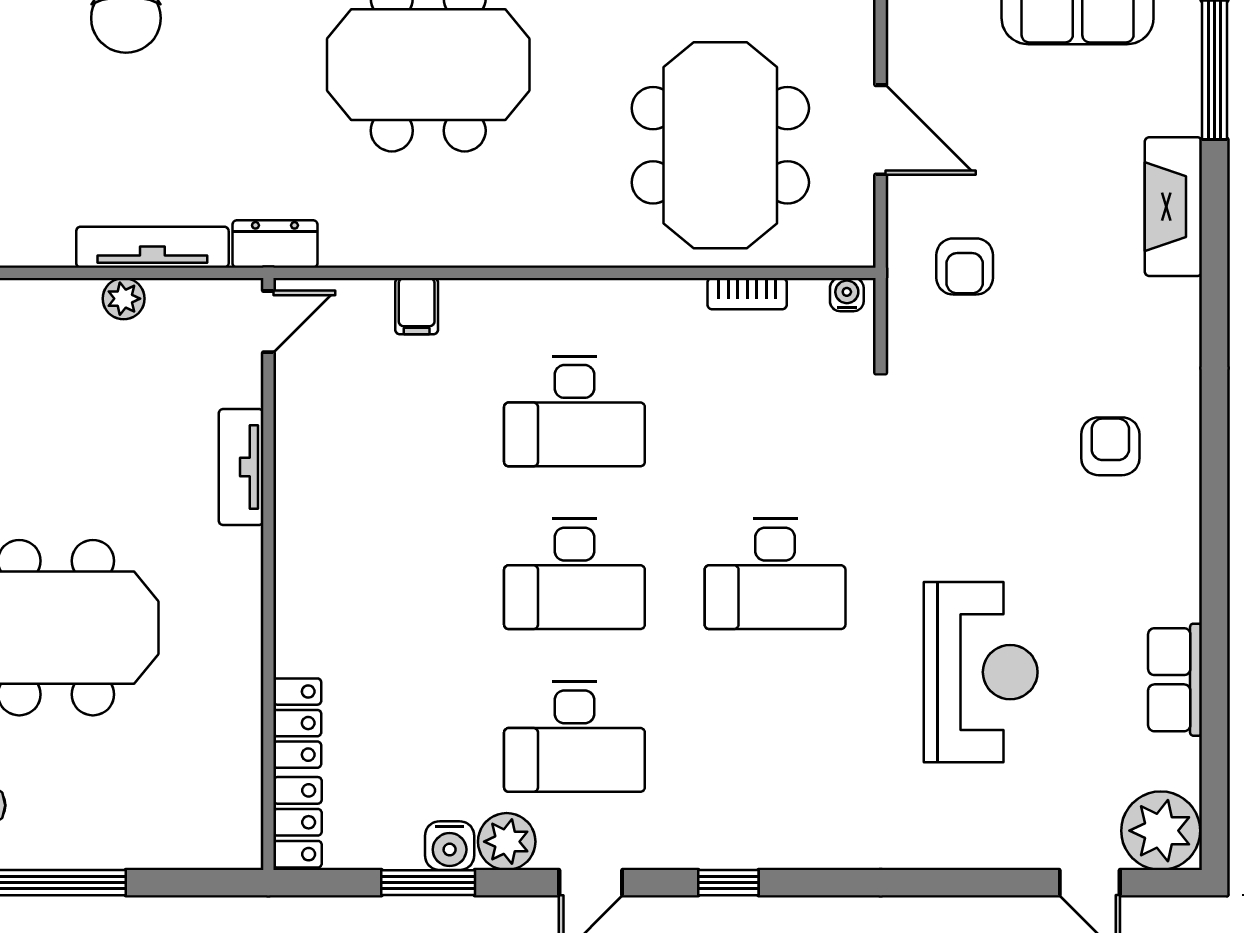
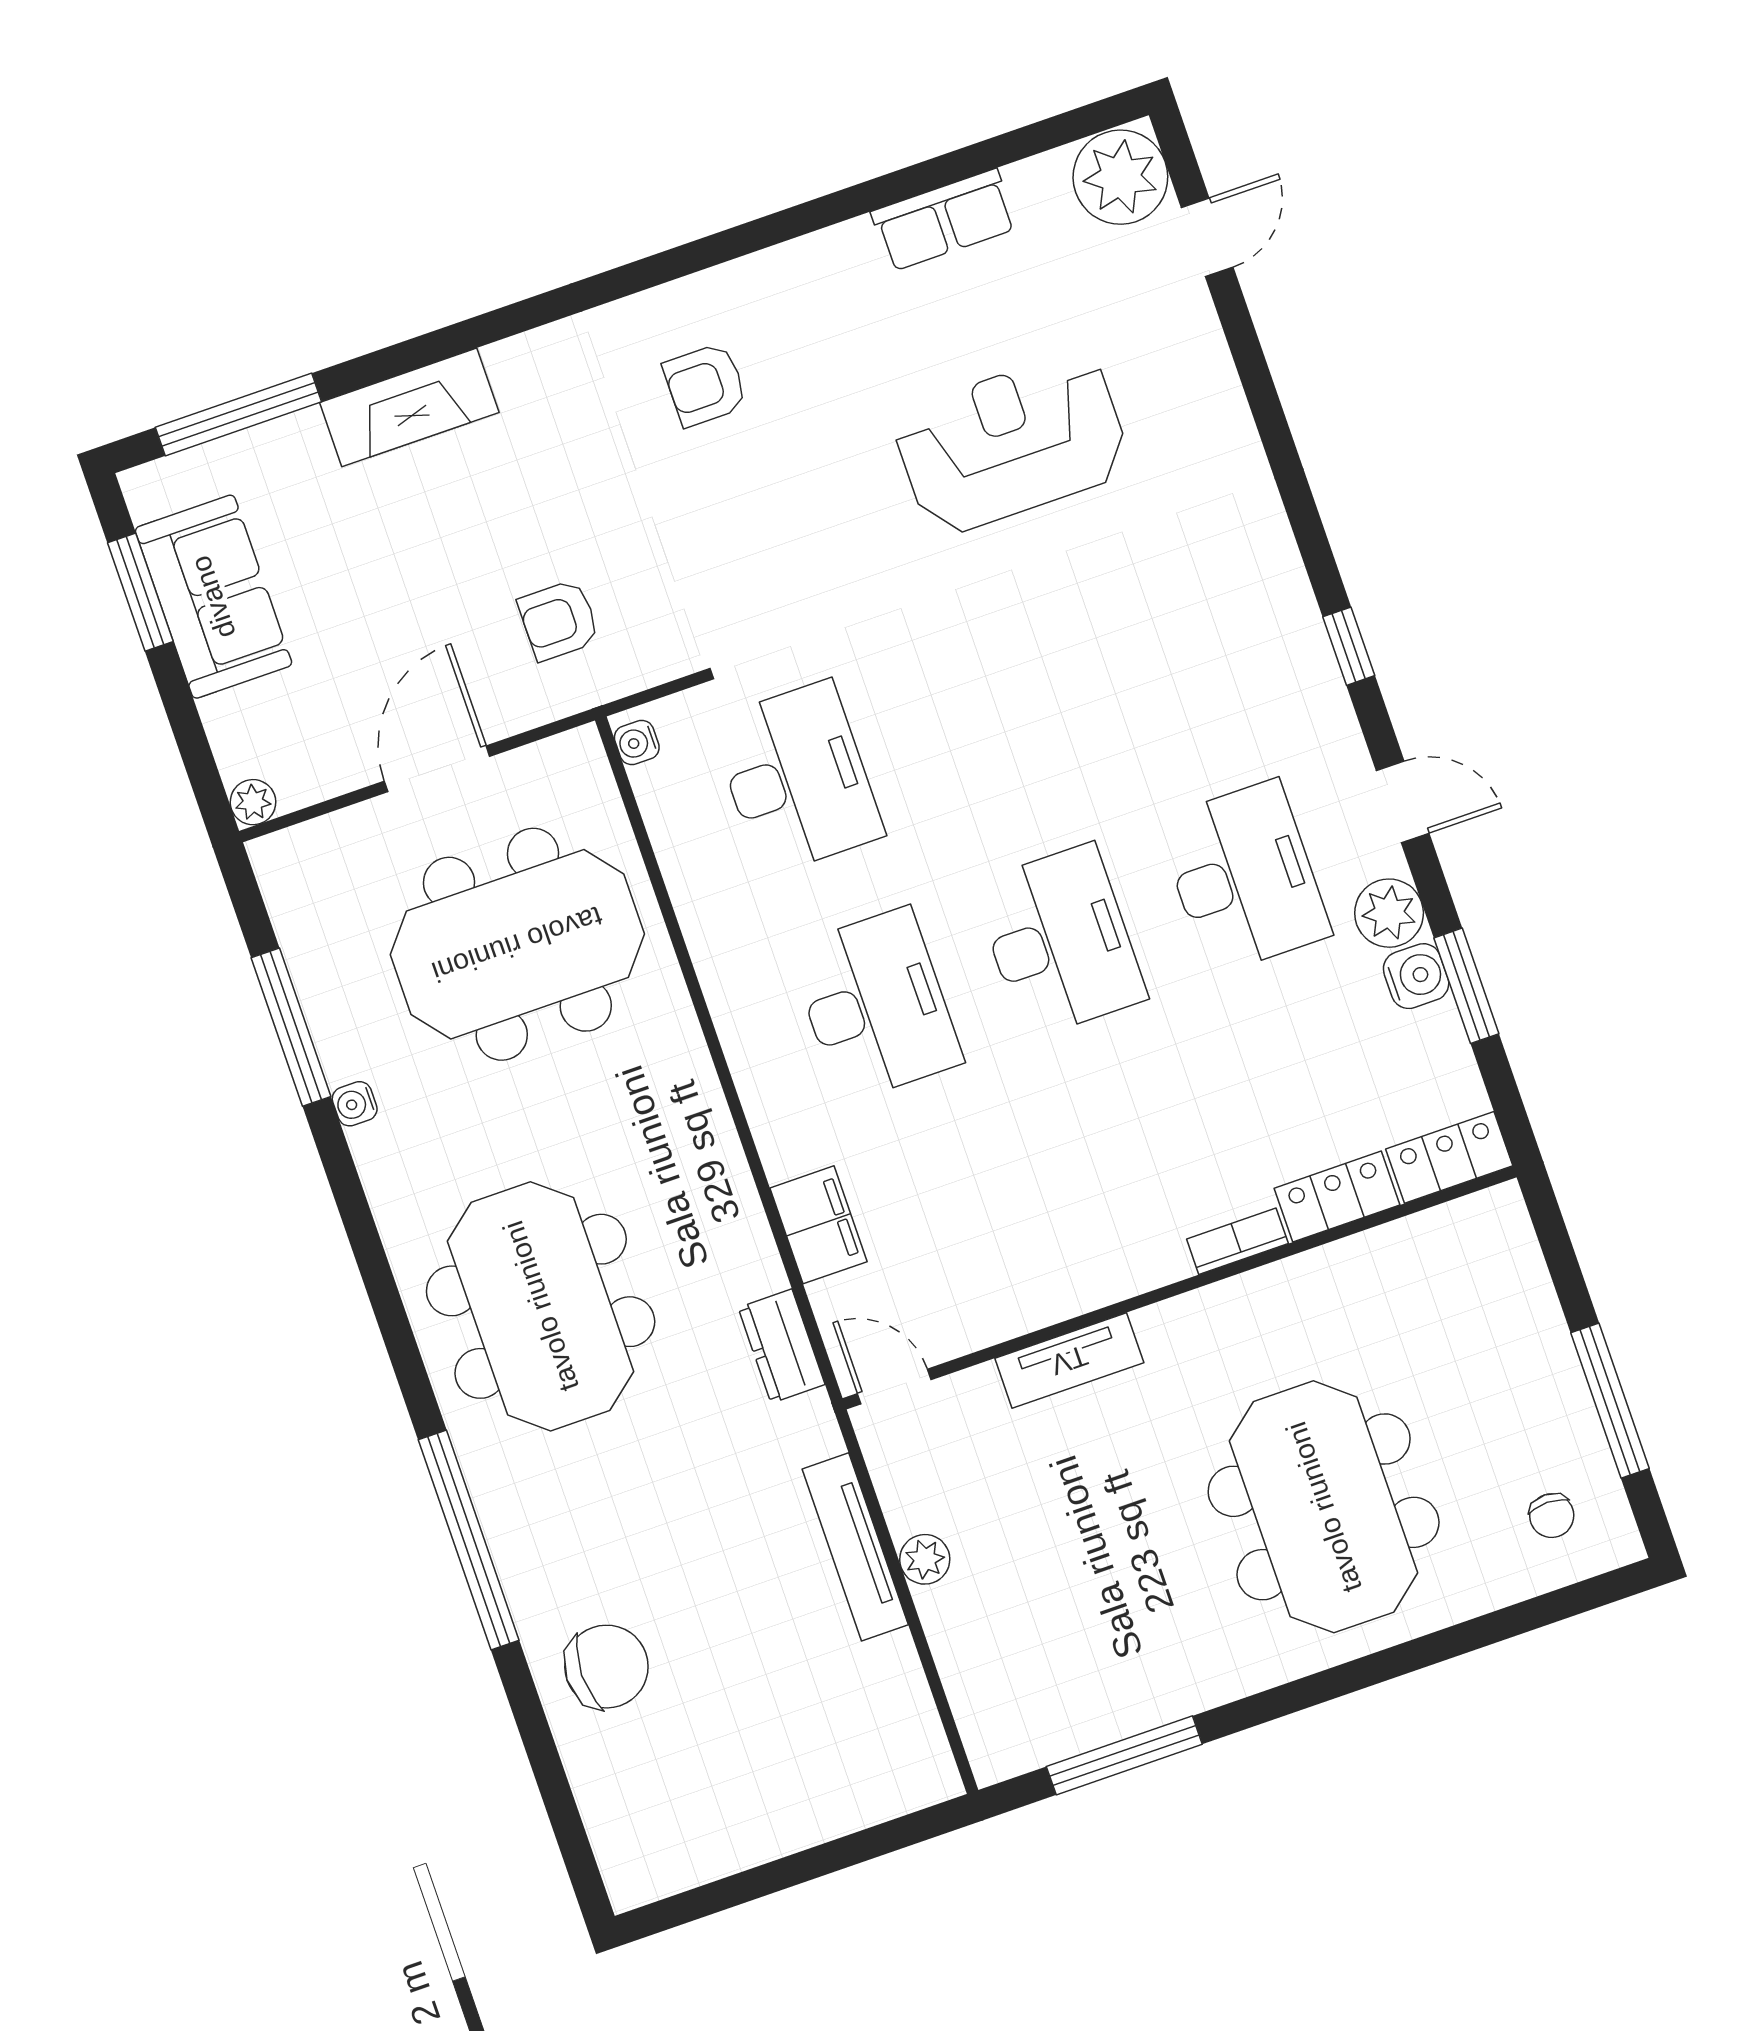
dresser: (275, 244) -> (782, 1346), moved
armchair: (965, 266) -> (559, 620), turned 180
bookcase: (747, 294) -> (1237, 1241), moved, turned -90
filing cabinet: (417, 306) -> (818, 1225), width x2.00
desk: (775, 574) -> (797, 778), moved

